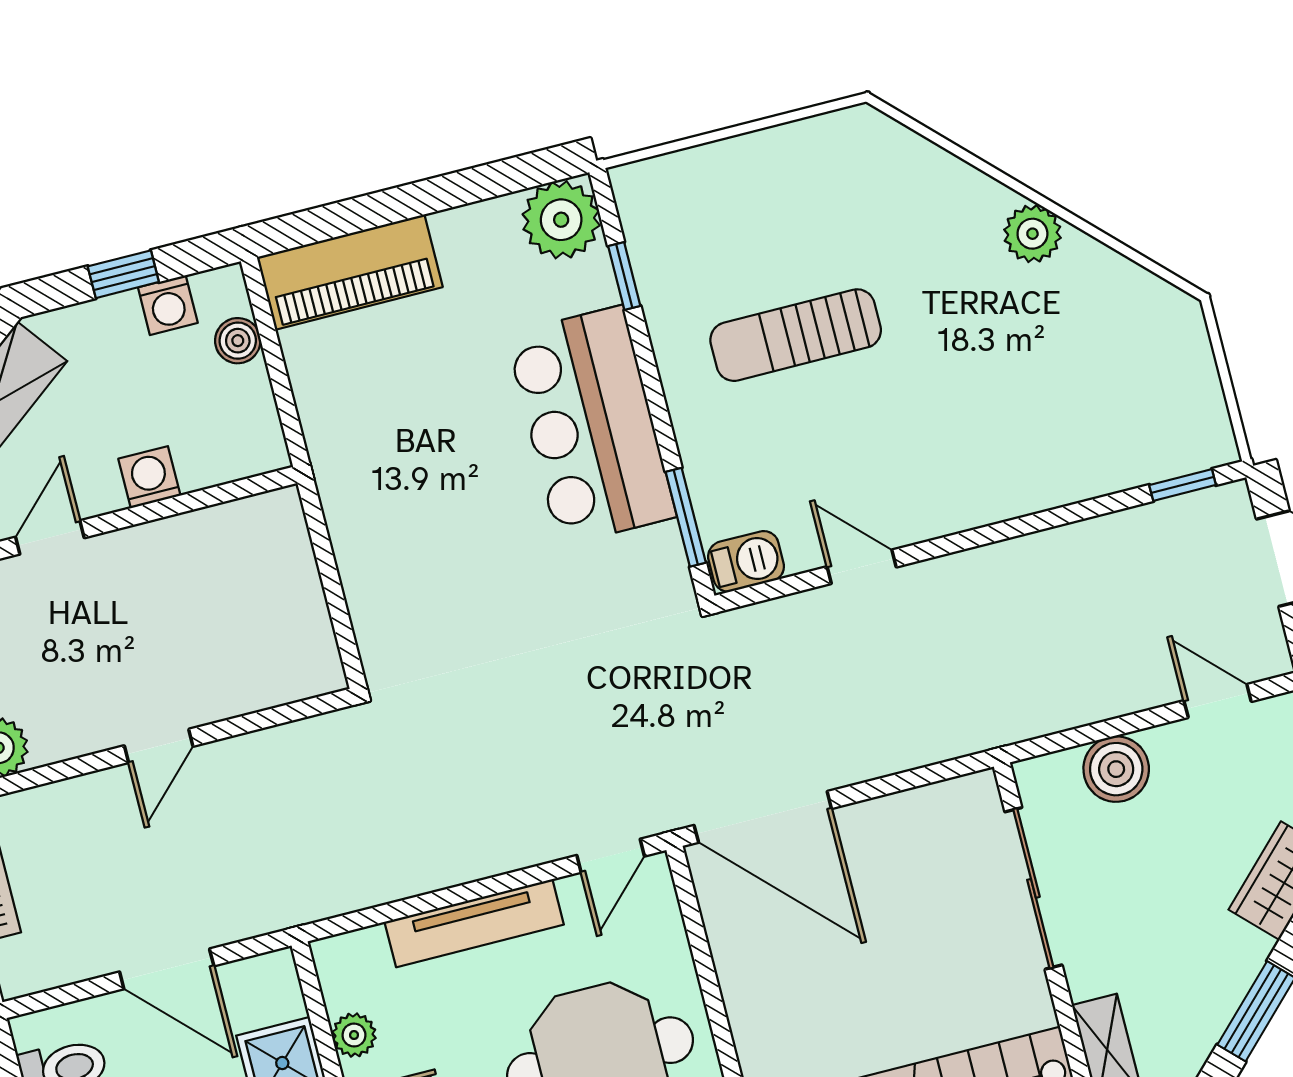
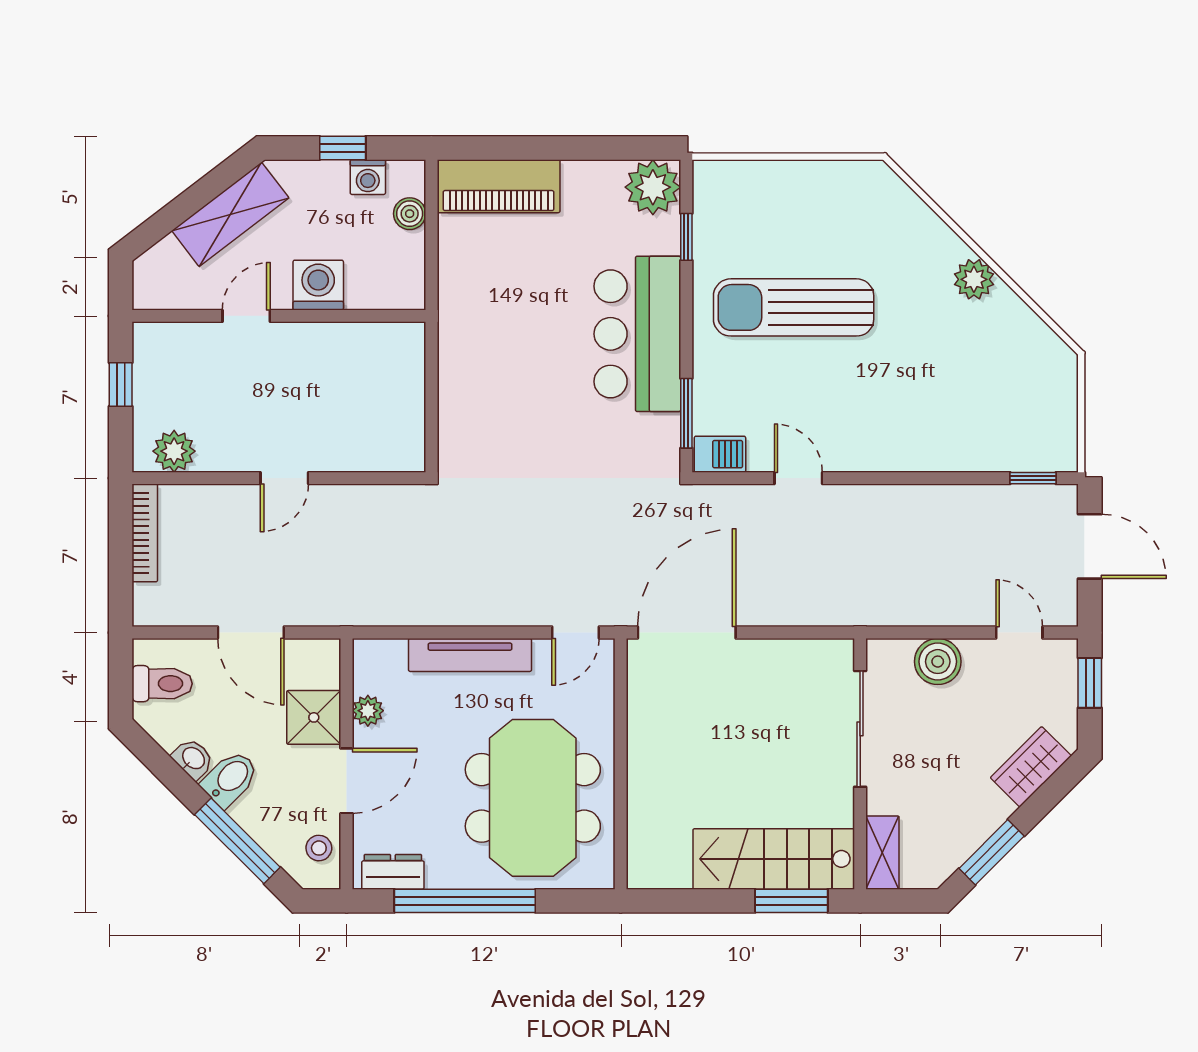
sun lounger: (796, 335) -> (794, 307), width x1.36, depth x1.34
washing machine: (149, 477) -> (318, 285), width x1.38, depth x1.38
door: (763, 817) -> (687, 633), swing flipped

